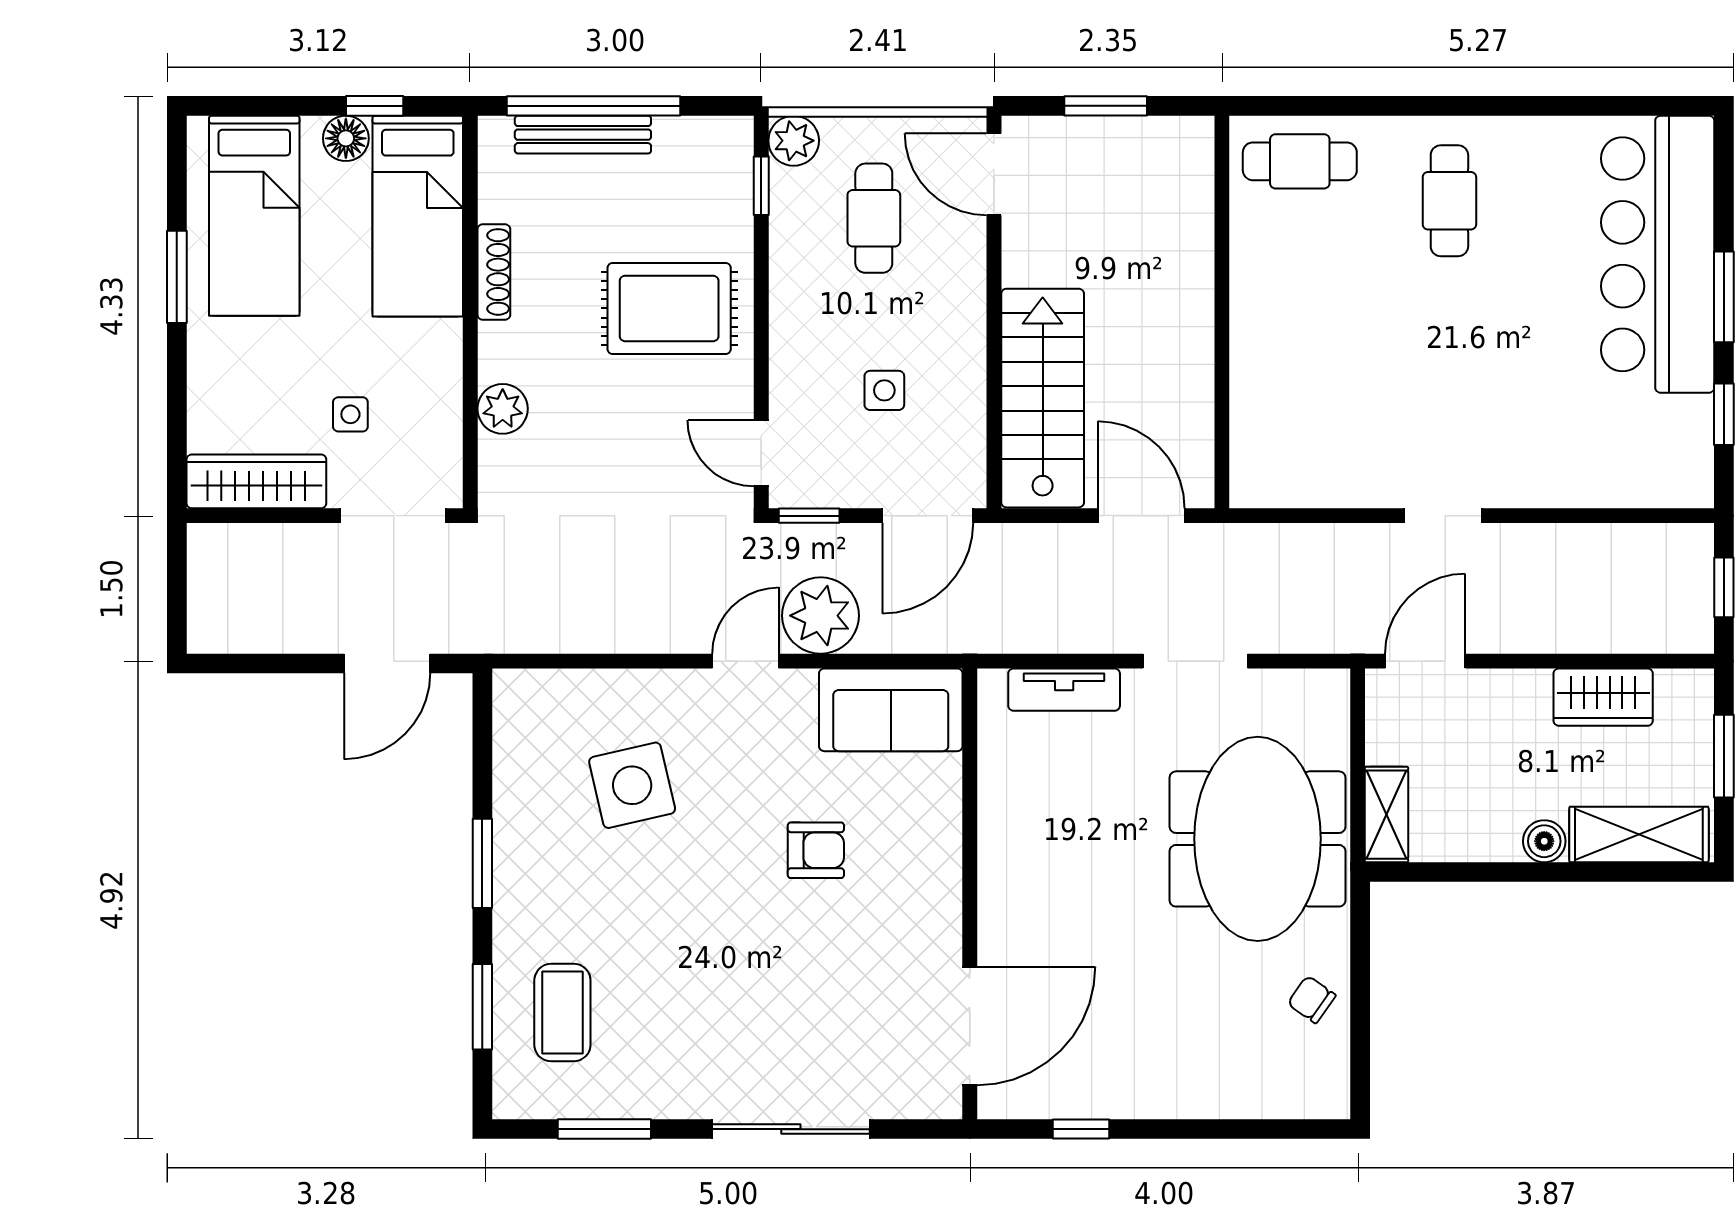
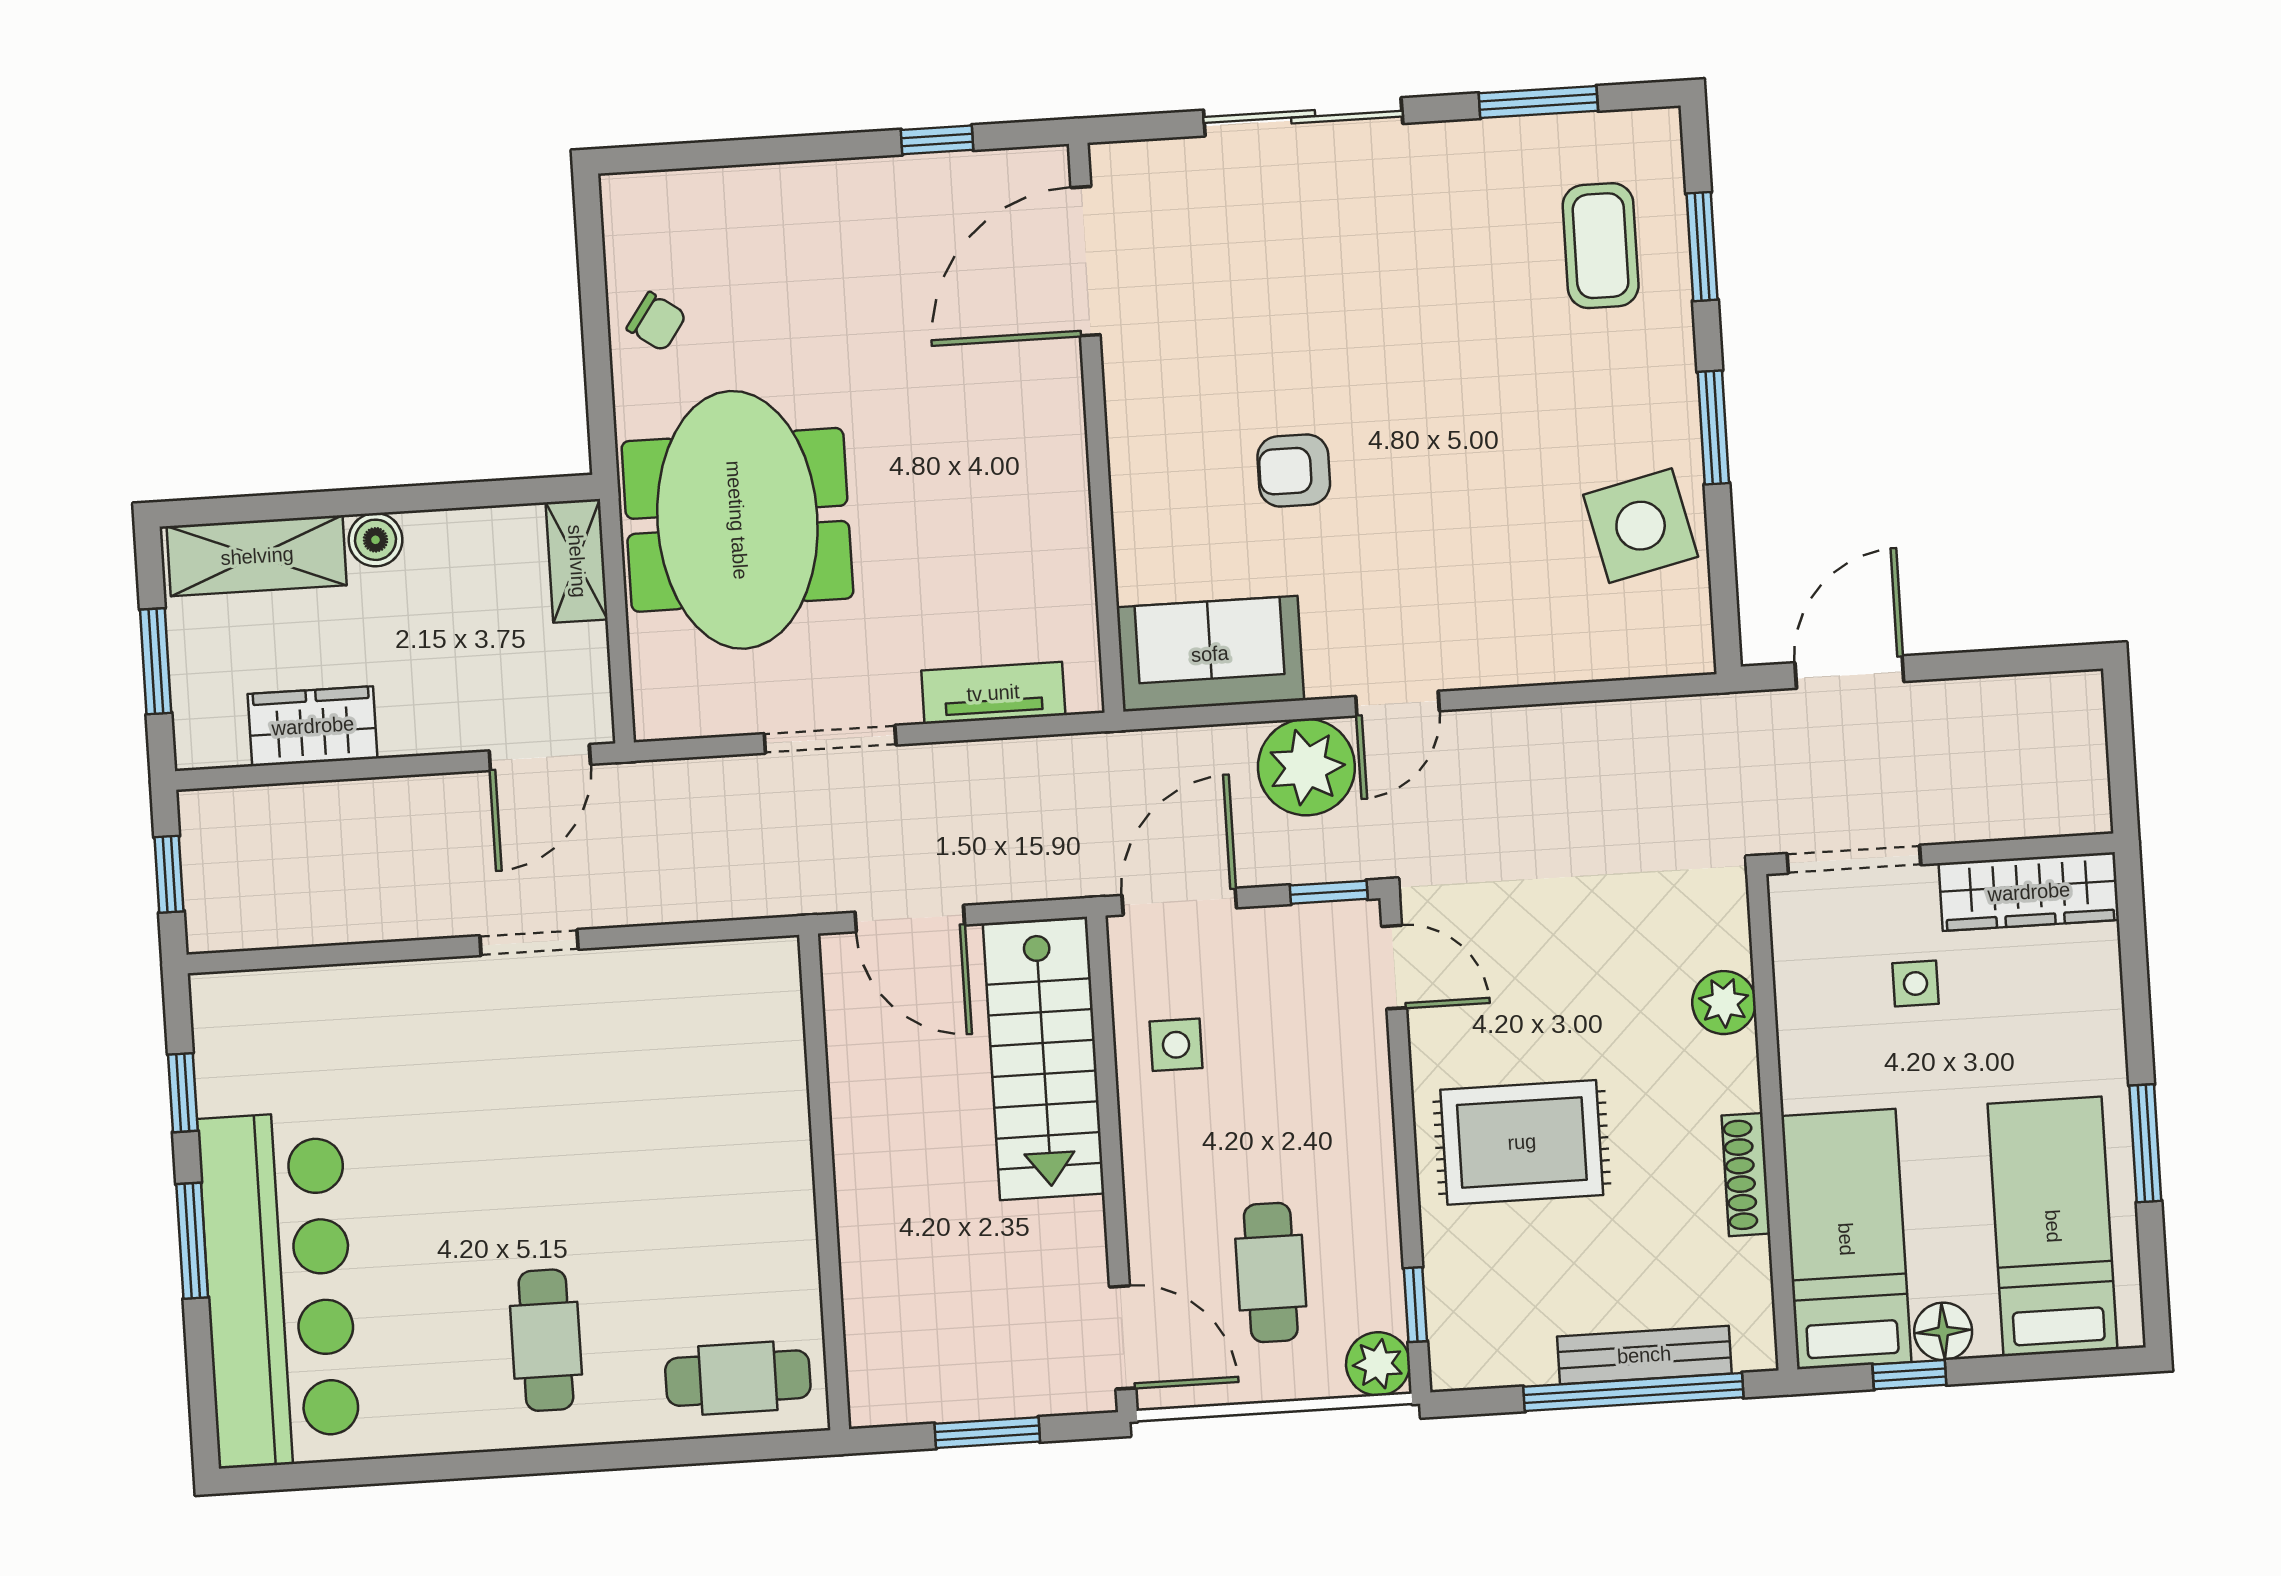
side table: (884, 390) -> (1176, 1045), moved
side table: (632, 785) -> (1641, 526), moved

